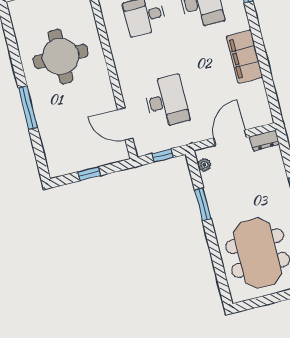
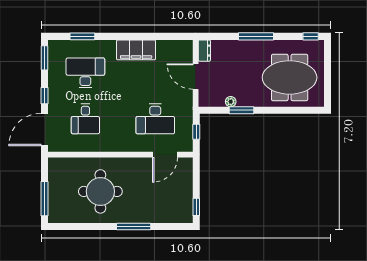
desk: (166, 101) -> (155, 119), turned 180
plant: (204, 165) -> (231, 102), moved
window: (89, 174) -> (196, 207), moved

